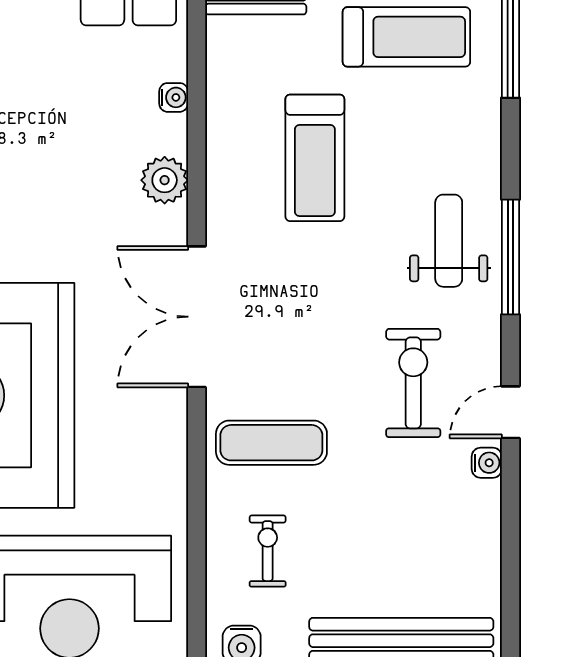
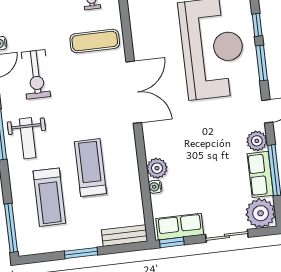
treadmill: (406, 37) -> (49, 197), moved, turned -90
plant: (165, 180) -> (157, 168), moved

